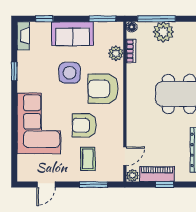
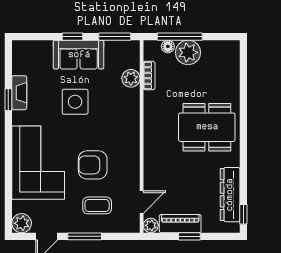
window: (44, 19) -> (73, 37), moved
floor lamp: (132, 27) -> (168, 46), moved
fireplace: (23, 36) -> (19, 93), moved
armchair: (103, 89) -> (115, 121), removed
coffee table: (88, 159) -> (97, 205), turned 90
plant: (25, 174) -> (22, 223), added
window: (93, 185) -> (85, 236), moved

